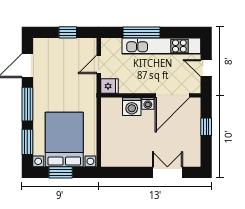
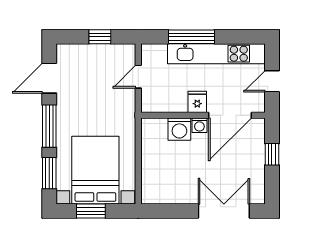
door: (206, 68) -> (272, 81), hinge flipped
fridge: (109, 86) -> (197, 102), moved, turned -90
double door: (167, 172) -> (224, 211), width x1.37

